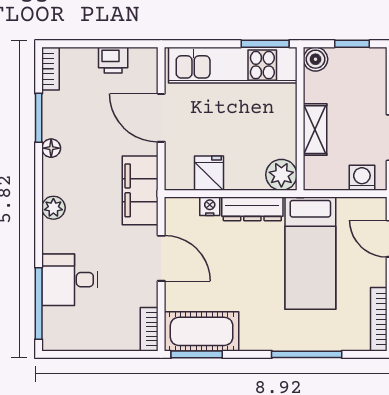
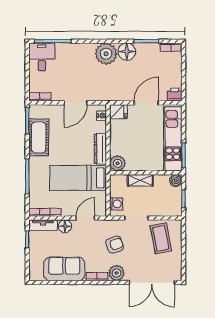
printer: (113, 60) -> (175, 95), moved, turned 90
floor lamp: (51, 148) -> (127, 52), width x1.89, depth x1.89
fridge: (209, 173) -> (118, 112), moved
filing cabinet: (140, 190) -> (110, 92), removed
nightstand: (210, 206) -> (102, 116), moved
plant: (53, 208) -> (106, 54), width x1.87, depth x1.87
desk: (70, 280) -> (42, 57), moved
cot: (202, 331) -> (39, 137), moved

